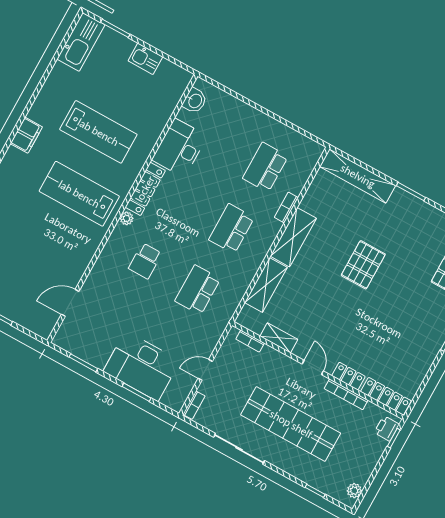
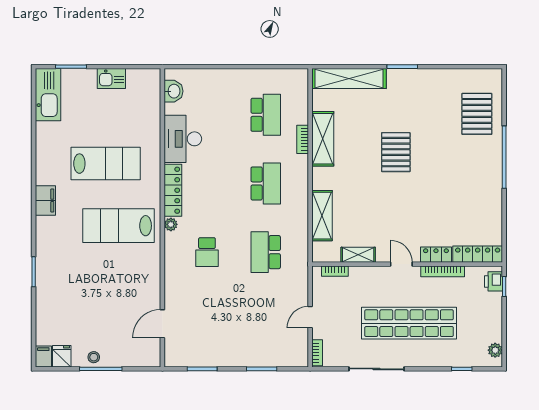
school desk: (265, 167) -> (266, 115), turned 180
school desk: (231, 229) -> (266, 183), turned 180
shelving: (293, 237) -> (323, 139), moved
desk: (142, 366) -> (254, 344), removed

